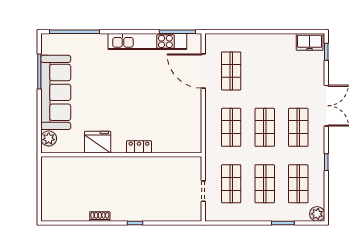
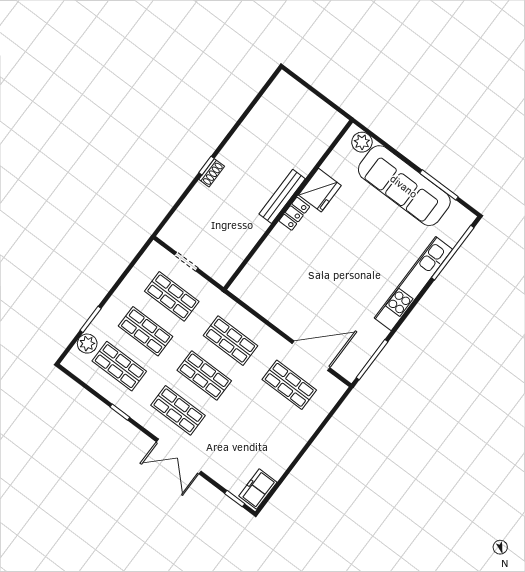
kitchen unit: (147, 41) -> (413, 284), moved
locker: (139, 147) -> (294, 214), moved
bench: (119, 162) -> (282, 196), added
plant: (317, 214) -> (87, 344), moved
shoe rack: (100, 216) -> (212, 173), moved

